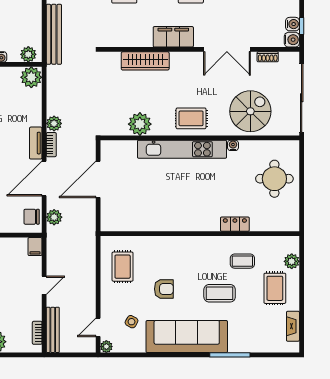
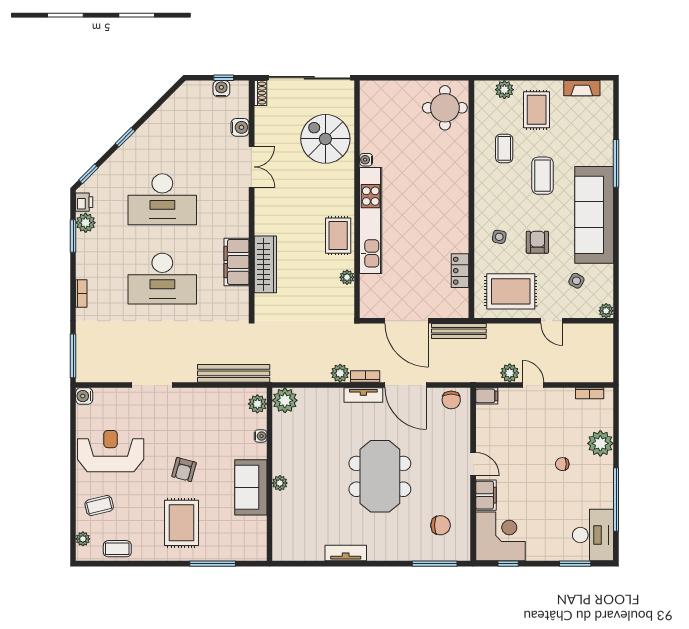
filing cabinet: (173, 37) -> (237, 262), moved
water cooler: (292, 40) -> (240, 127), moved, turned 90
double door: (227, 49) -> (252, 167), width x0.73
shoe rack: (268, 57) -> (260, 93), moved
rug: (191, 118) -> (338, 236), moved
plant: (140, 124) -> (347, 277), width x0.53, depth x0.53
round table: (274, 179) -> (445, 108), moved
plant: (54, 217) -> (510, 373), moved
locker: (235, 224) -> (460, 271), moved
side table: (168, 257) -> (499, 237), added
rug: (123, 267) -> (511, 291), width x1.36, depth x1.43
rug: (275, 288) -> (537, 110), turned 90
door: (98, 327) -> (552, 321), moved
bench: (53, 330) -> (459, 331), moved

